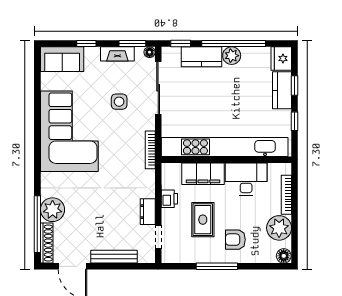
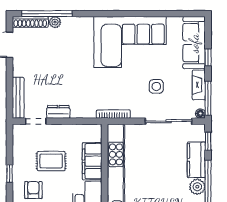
window: (132, 44) -> (208, 98), width x1.44
sofa: (62, 59) -> (194, 43), width x1.36
printer: (169, 199) -> (70, 131), removed
plant: (53, 210) -> (55, 22), width x0.53, depth x0.53
bench: (114, 257) -> (18, 98), moved
window: (217, 266) -> (10, 174), width x0.46

